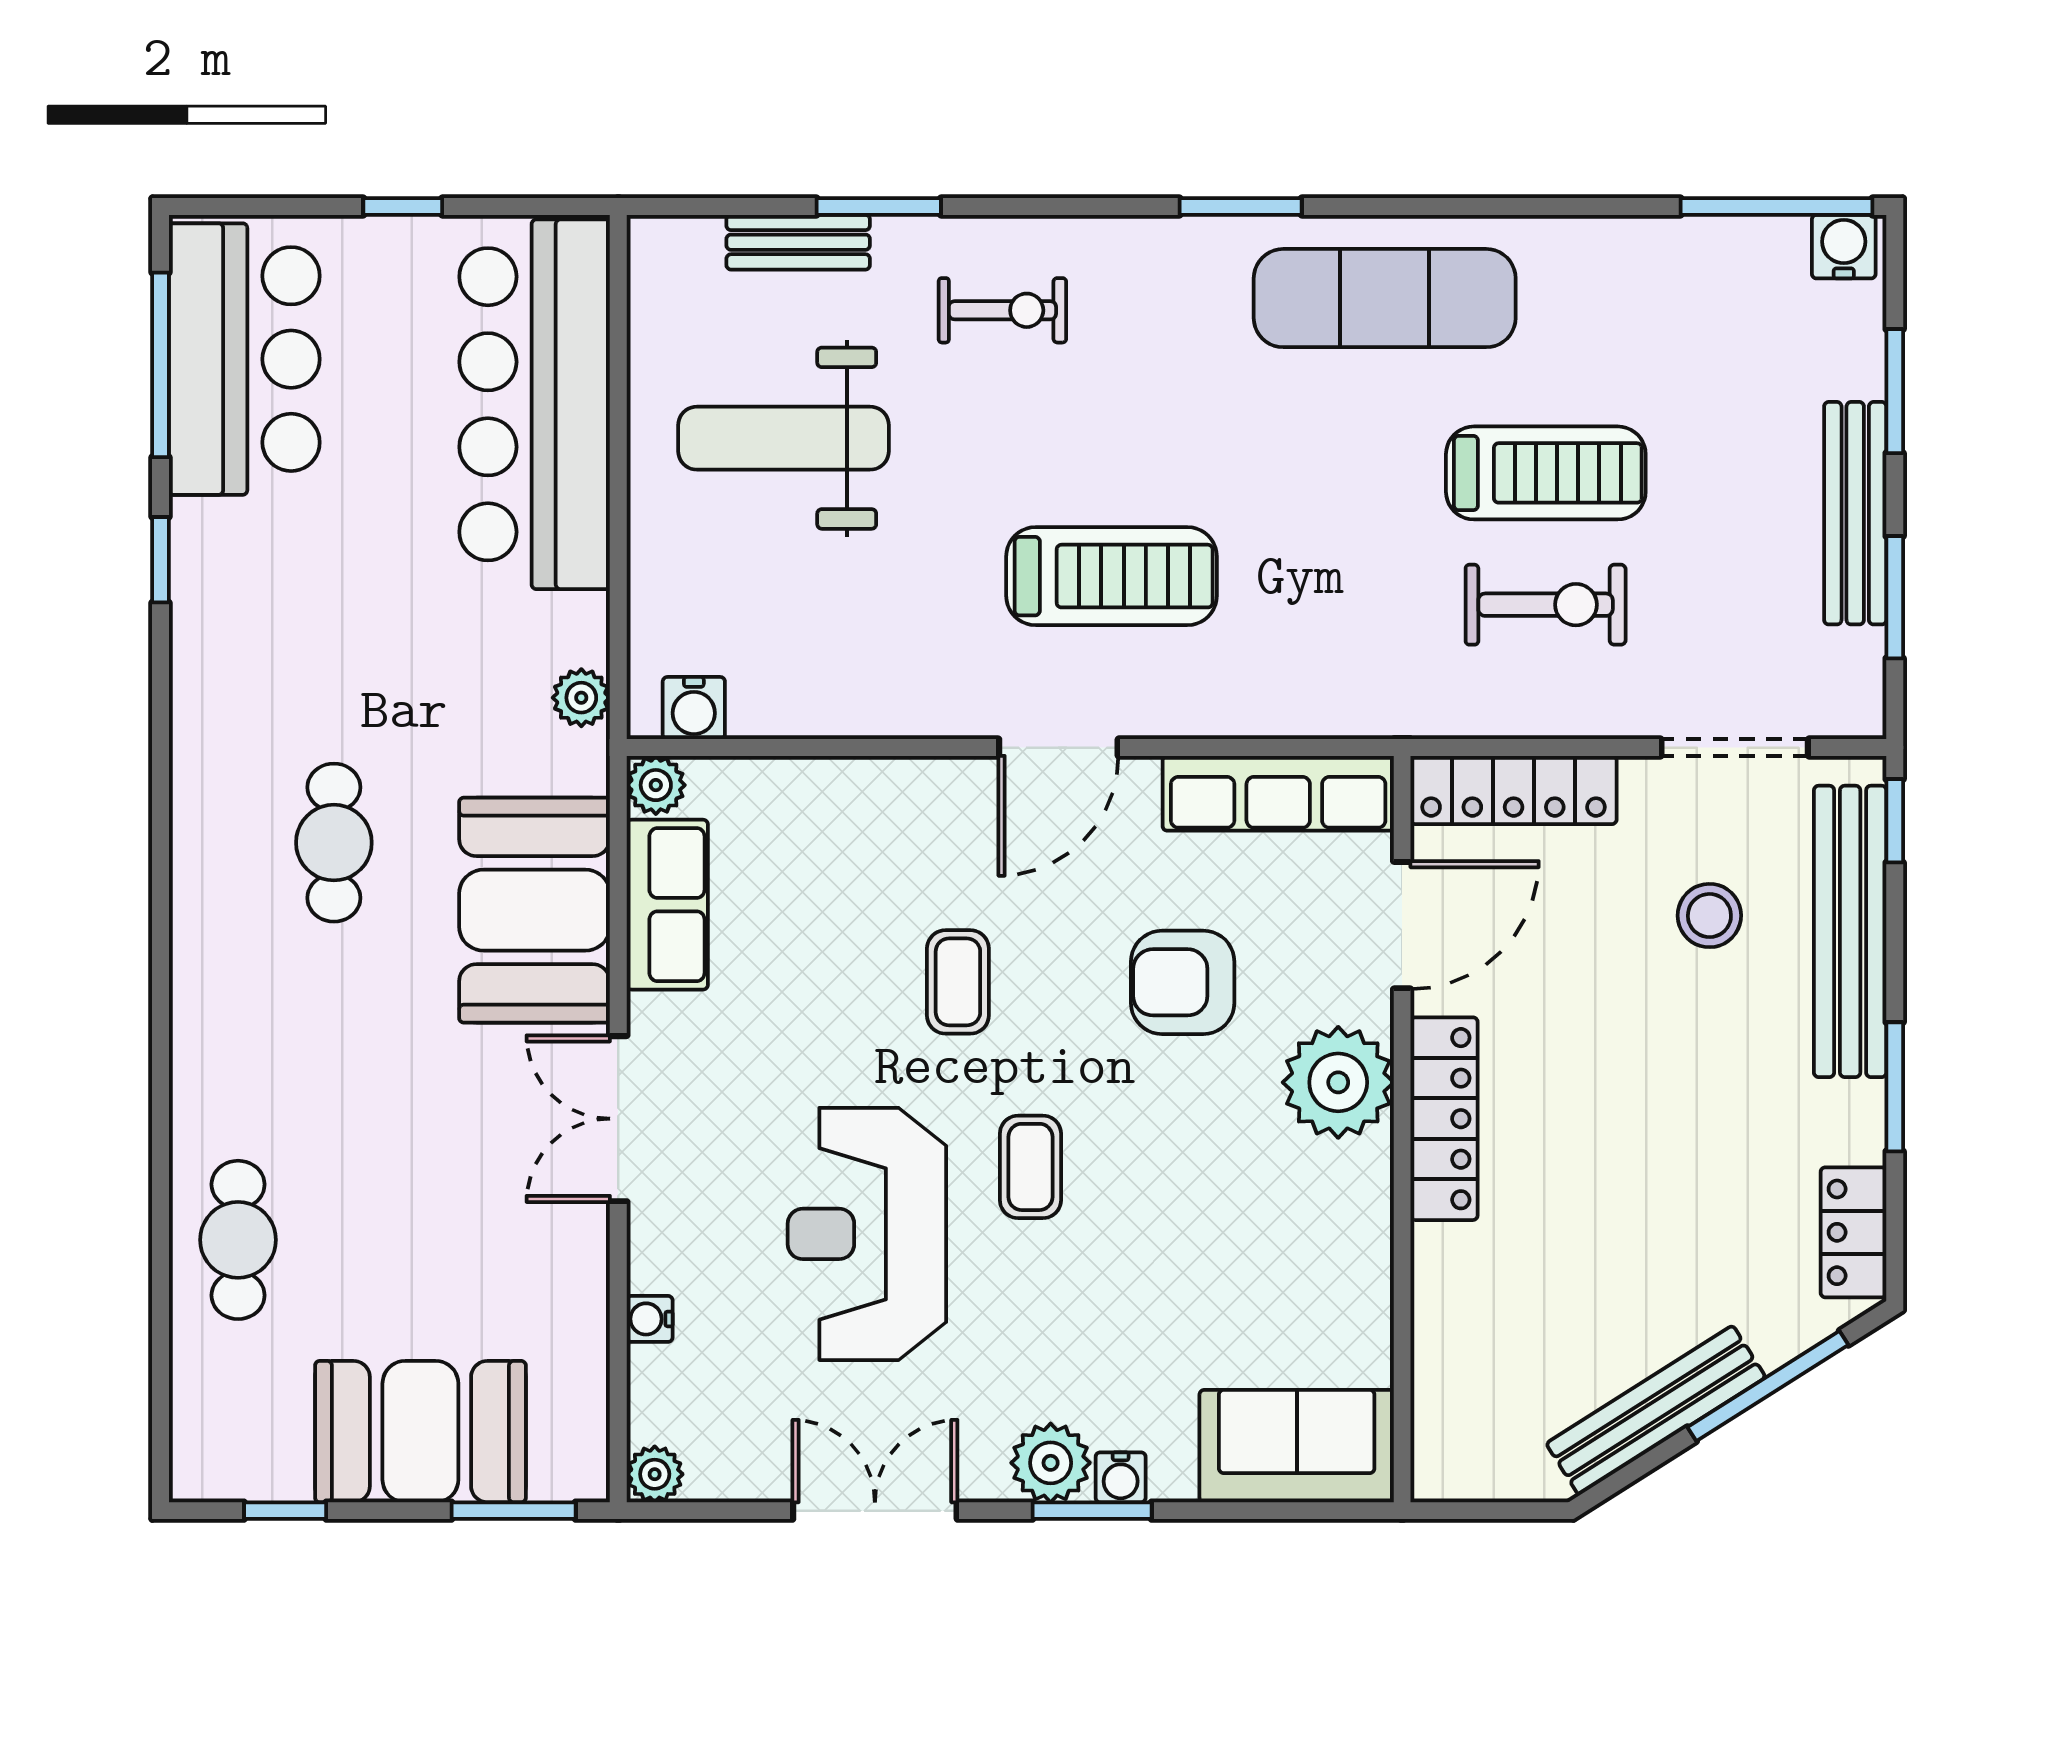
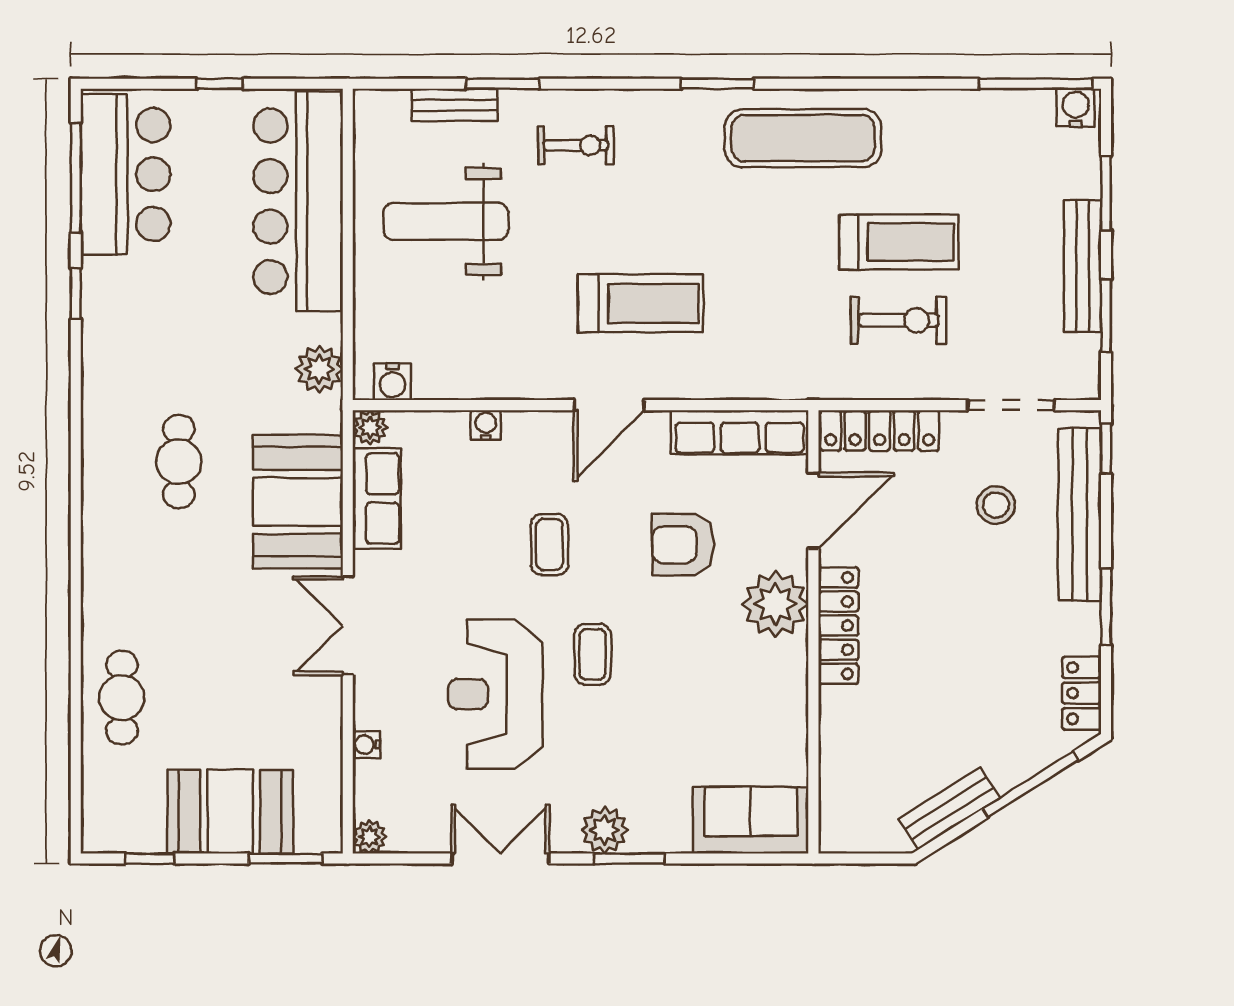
plant: (581, 698) -> (319, 369), width x1.38, depth x1.38
bench: (1656, 1410) -> (949, 808), width x0.73
water cooler: (1121, 1477) -> (486, 425), moved, turned 180

